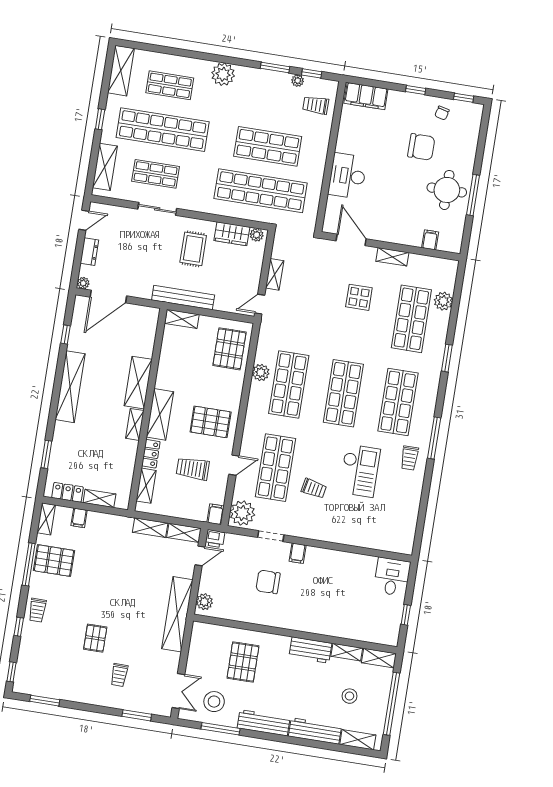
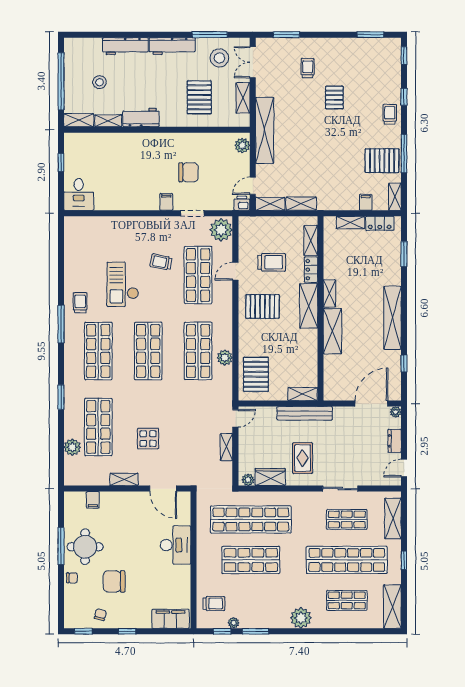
chair: (467, 158) -> (72, 578), added
filing cabinet: (216, 514) -> (245, 225), removed
shelving: (358, 740) -> (243, 98), moved, turned 90

